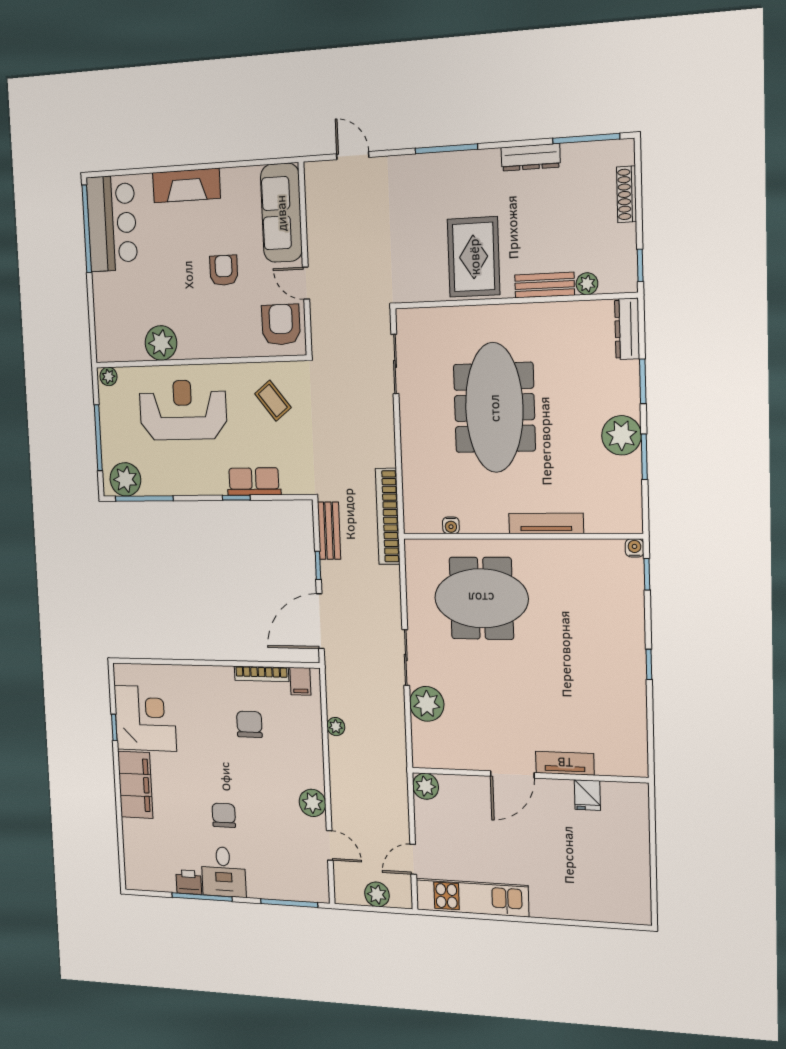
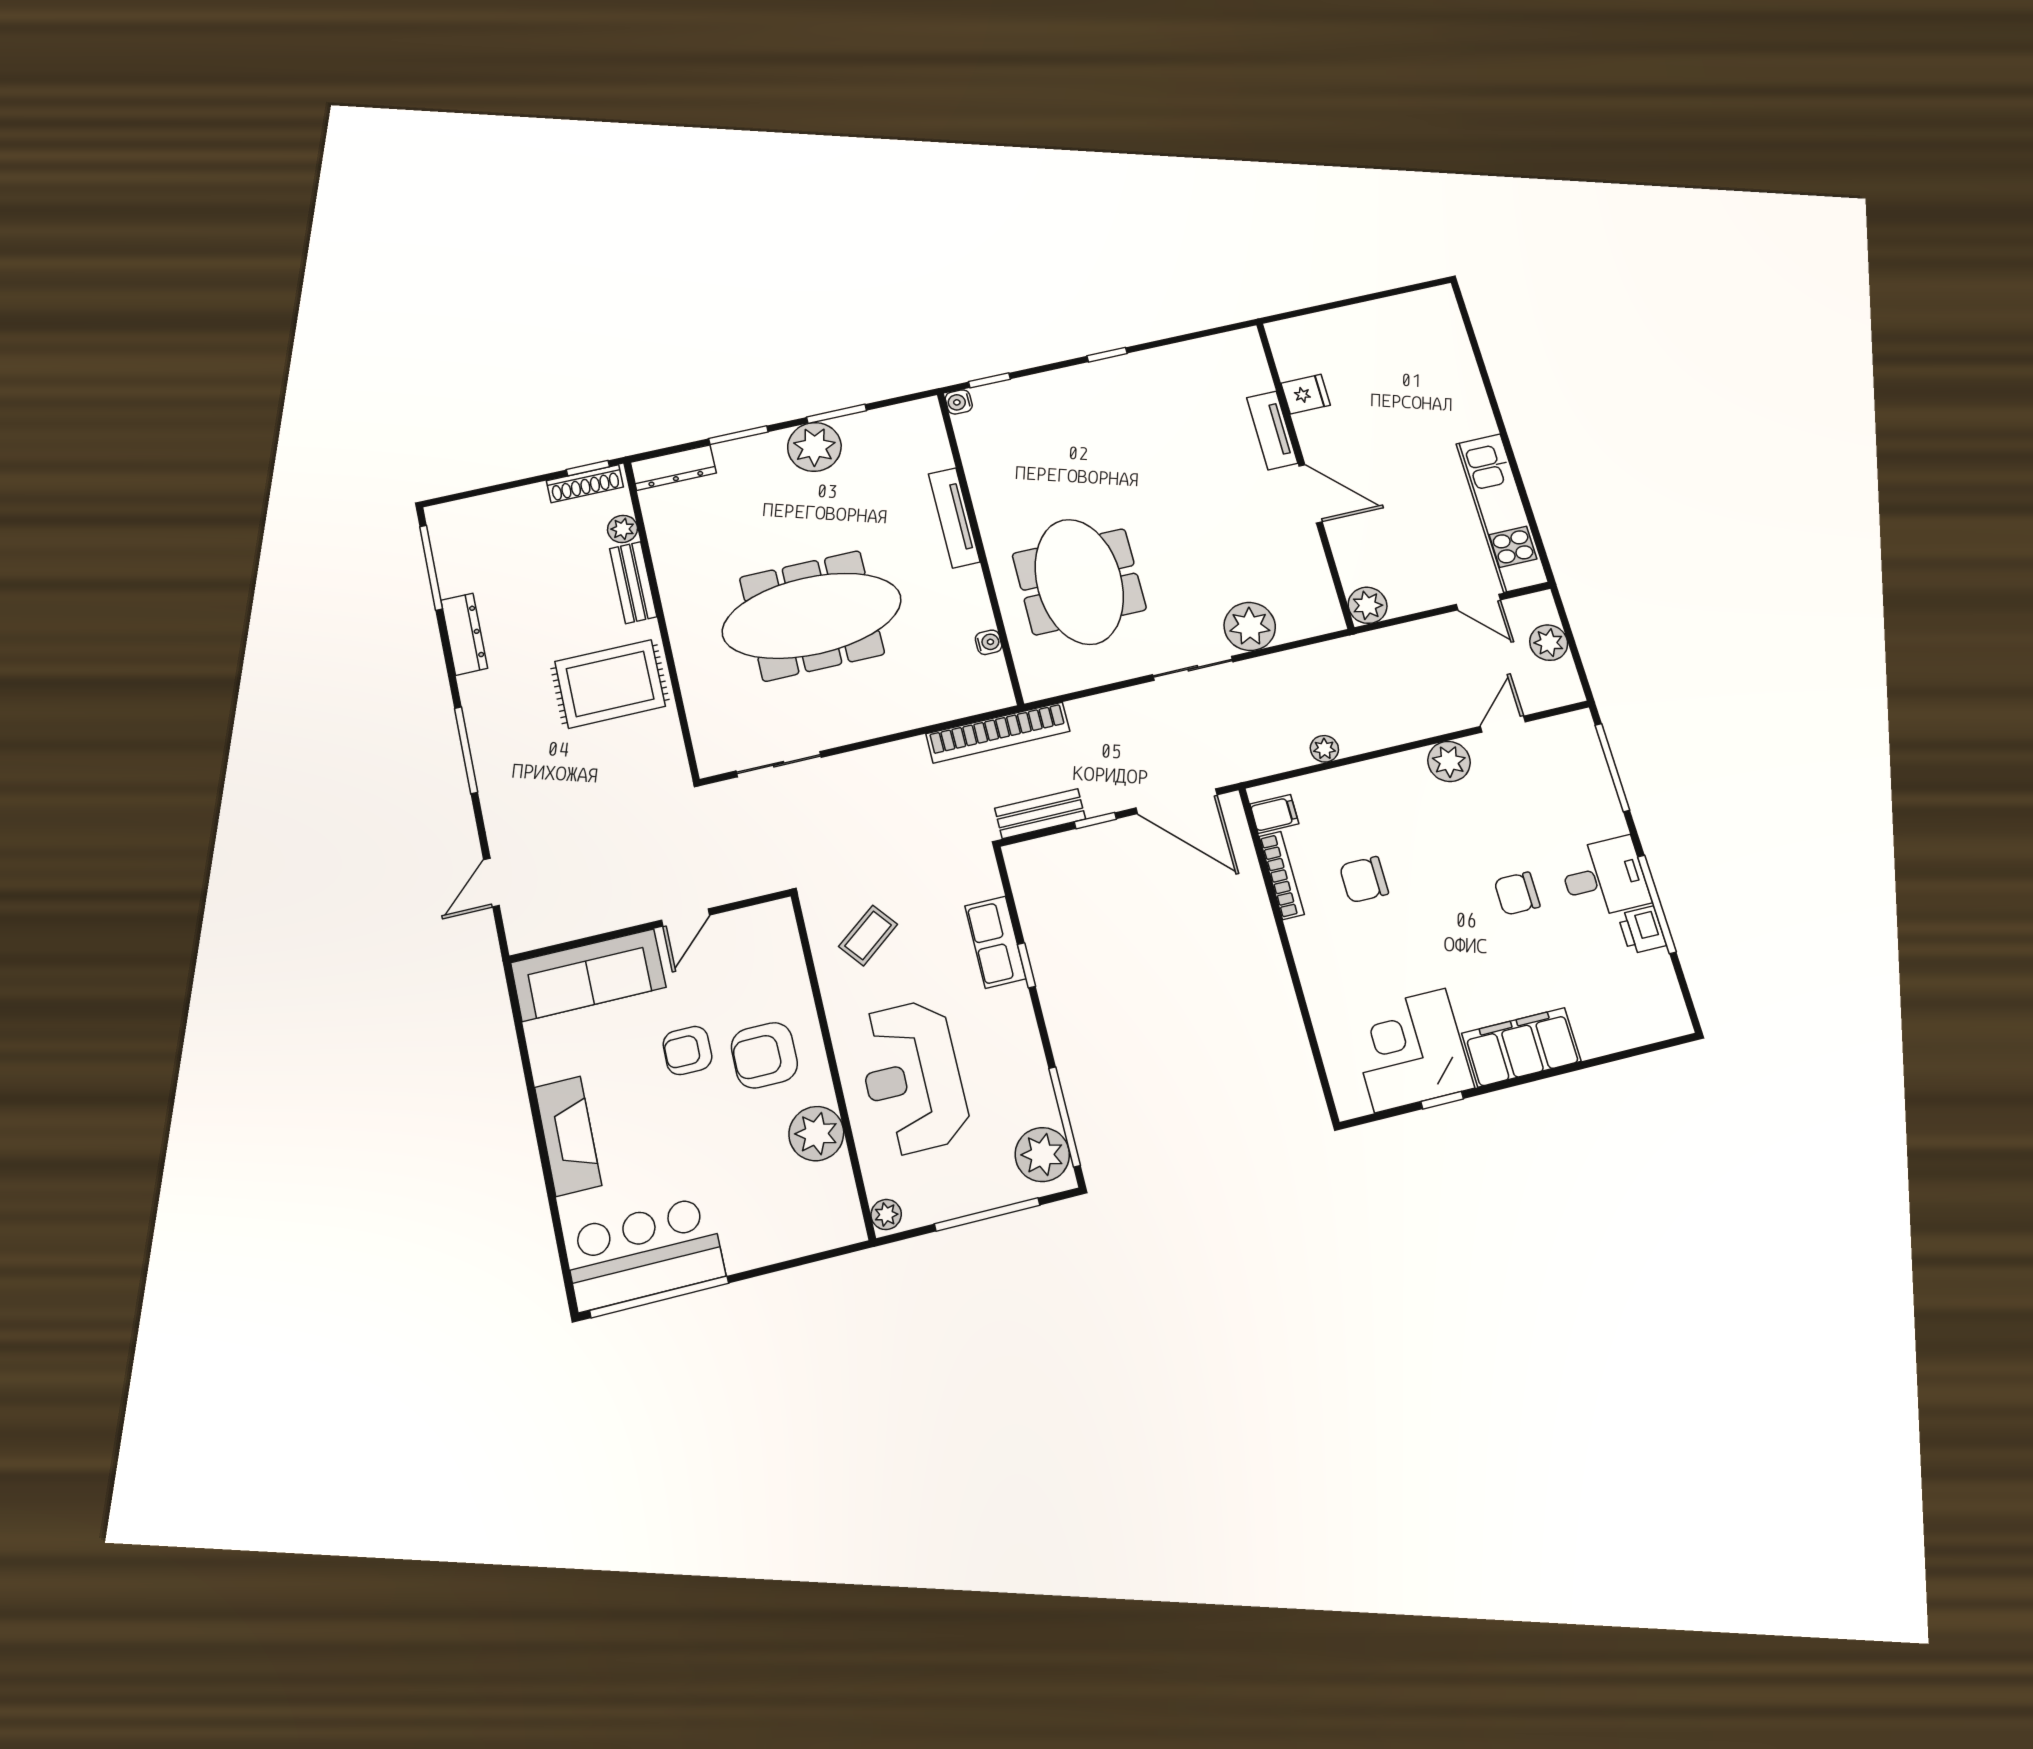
shoe rack: (627, 194) -> (585, 484), moved
armchair: (281, 325) -> (764, 1055), moved

